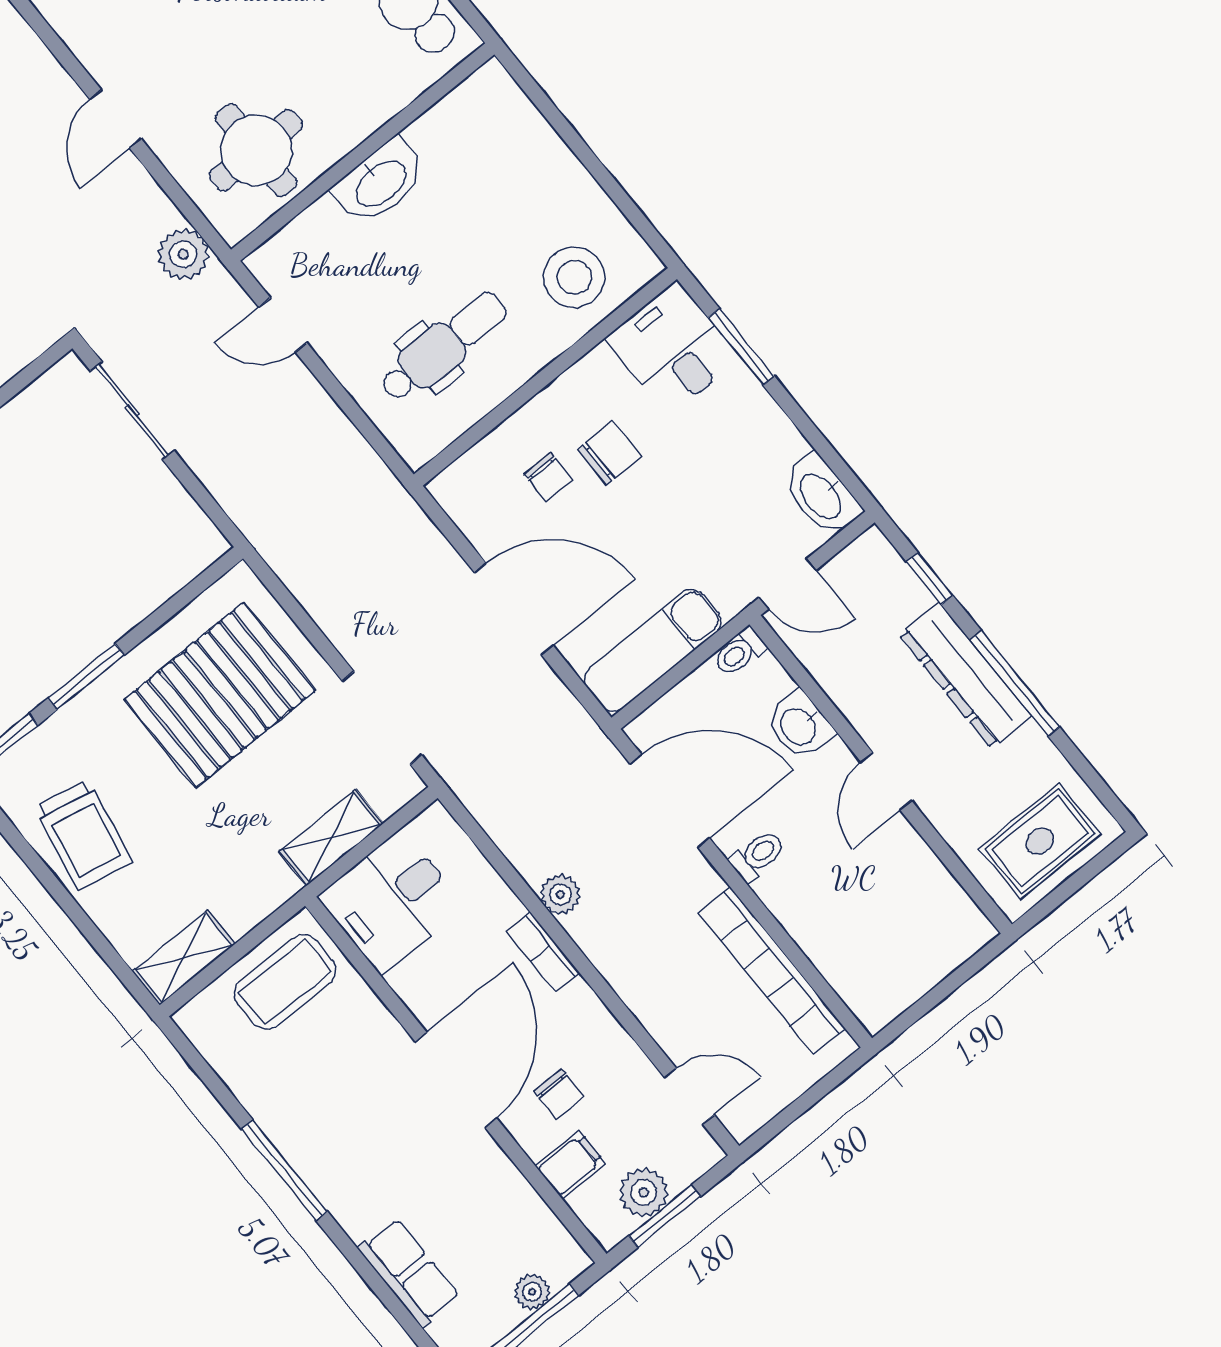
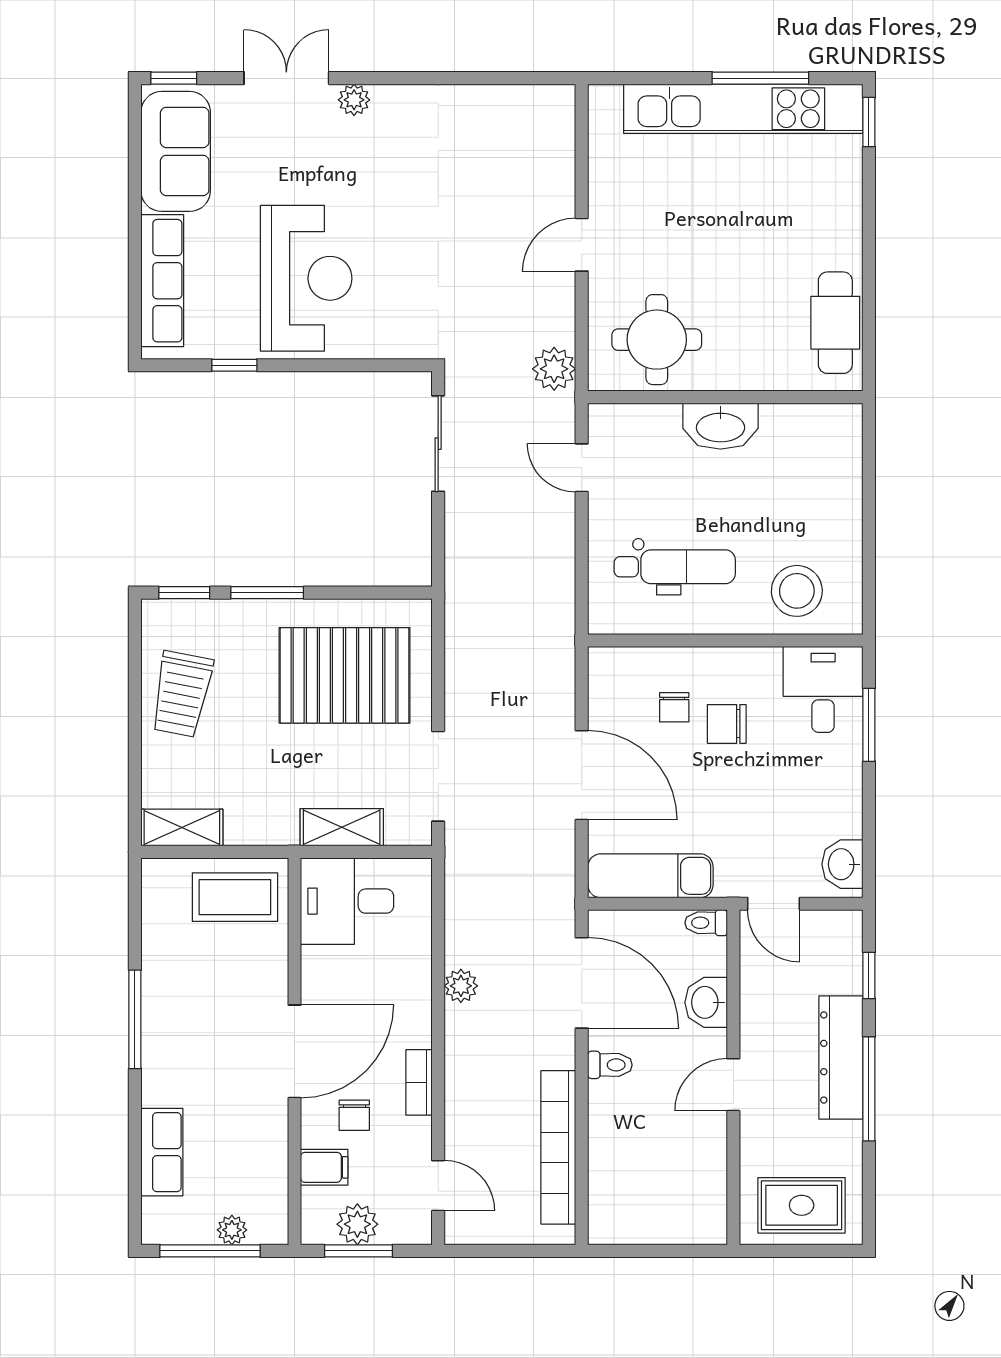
chair: (609, 453) -> (727, 724), turned 180
washbasin: (821, 496) -> (842, 864), width x0.72
bookcase: (543, 952) -> (419, 1082), moved

